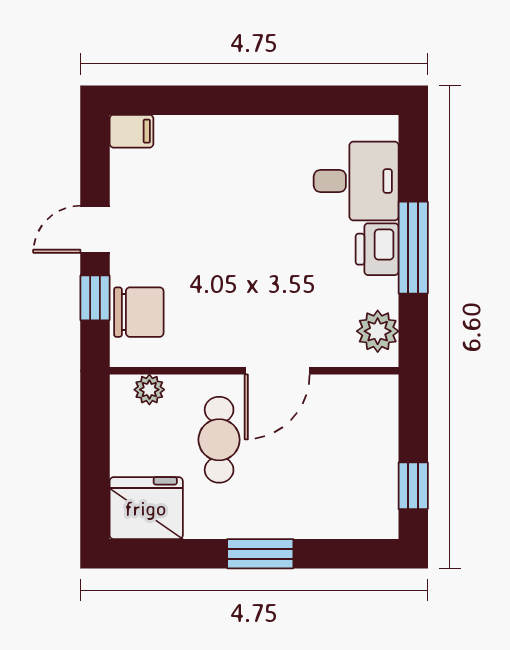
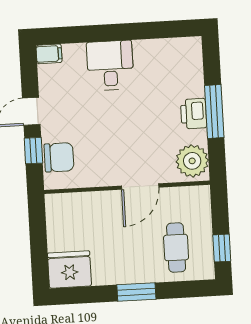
desk: (356, 181) -> (110, 65), moved, turned -90
plant: (378, 331) -> (192, 161), width x1.36, depth x1.36
plant: (149, 390) -> (67, 201), removed
cafe table: (219, 440) -> (176, 248), moved

